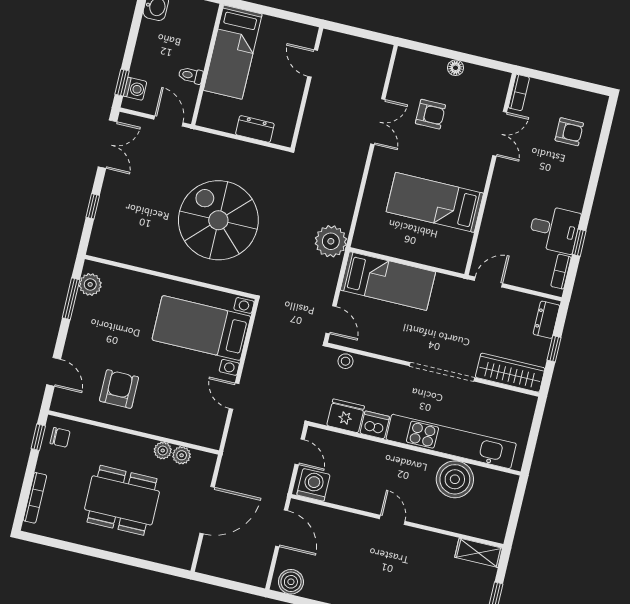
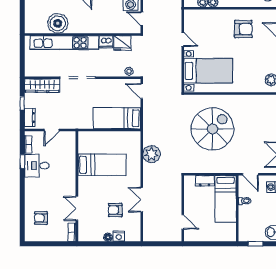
bed: (233, 52) -> (226, 199), moved, turned 180
nightstand: (435, 65) -> (119, 236), added
spiral stairs: (218, 220) -> (212, 129), turned -90
plant: (331, 241) -> (151, 154), moved
door: (489, 282) -> (52, 130), moved
armchair: (119, 389) -> (243, 29), turned -90

